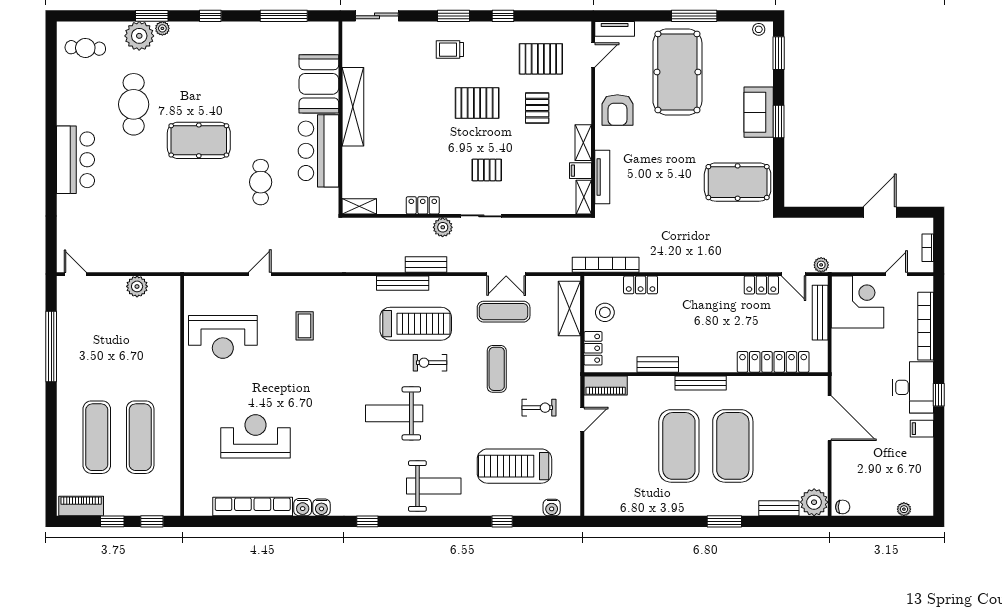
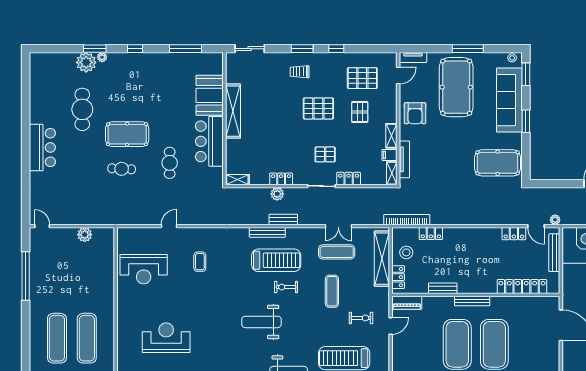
cafe table: (85, 48) -> (122, 169), moved
sofa: (759, 112) -> (509, 100), width x1.85, depth x1.27
locker: (521, 205) -> (349, 179), added
plant: (443, 227) -> (277, 194), moved
shelving: (569, 309) -> (382, 259), width x1.47

